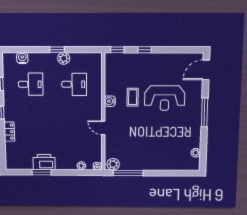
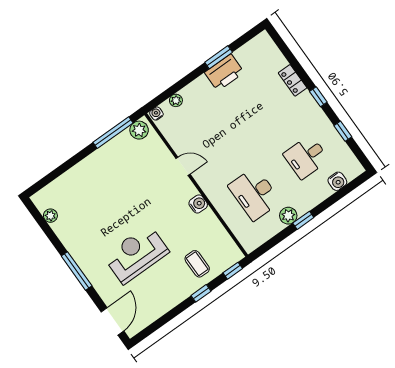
desk: (74, 84) -> (255, 194), width x1.37
coffee table: (133, 97) -> (197, 264), moved

